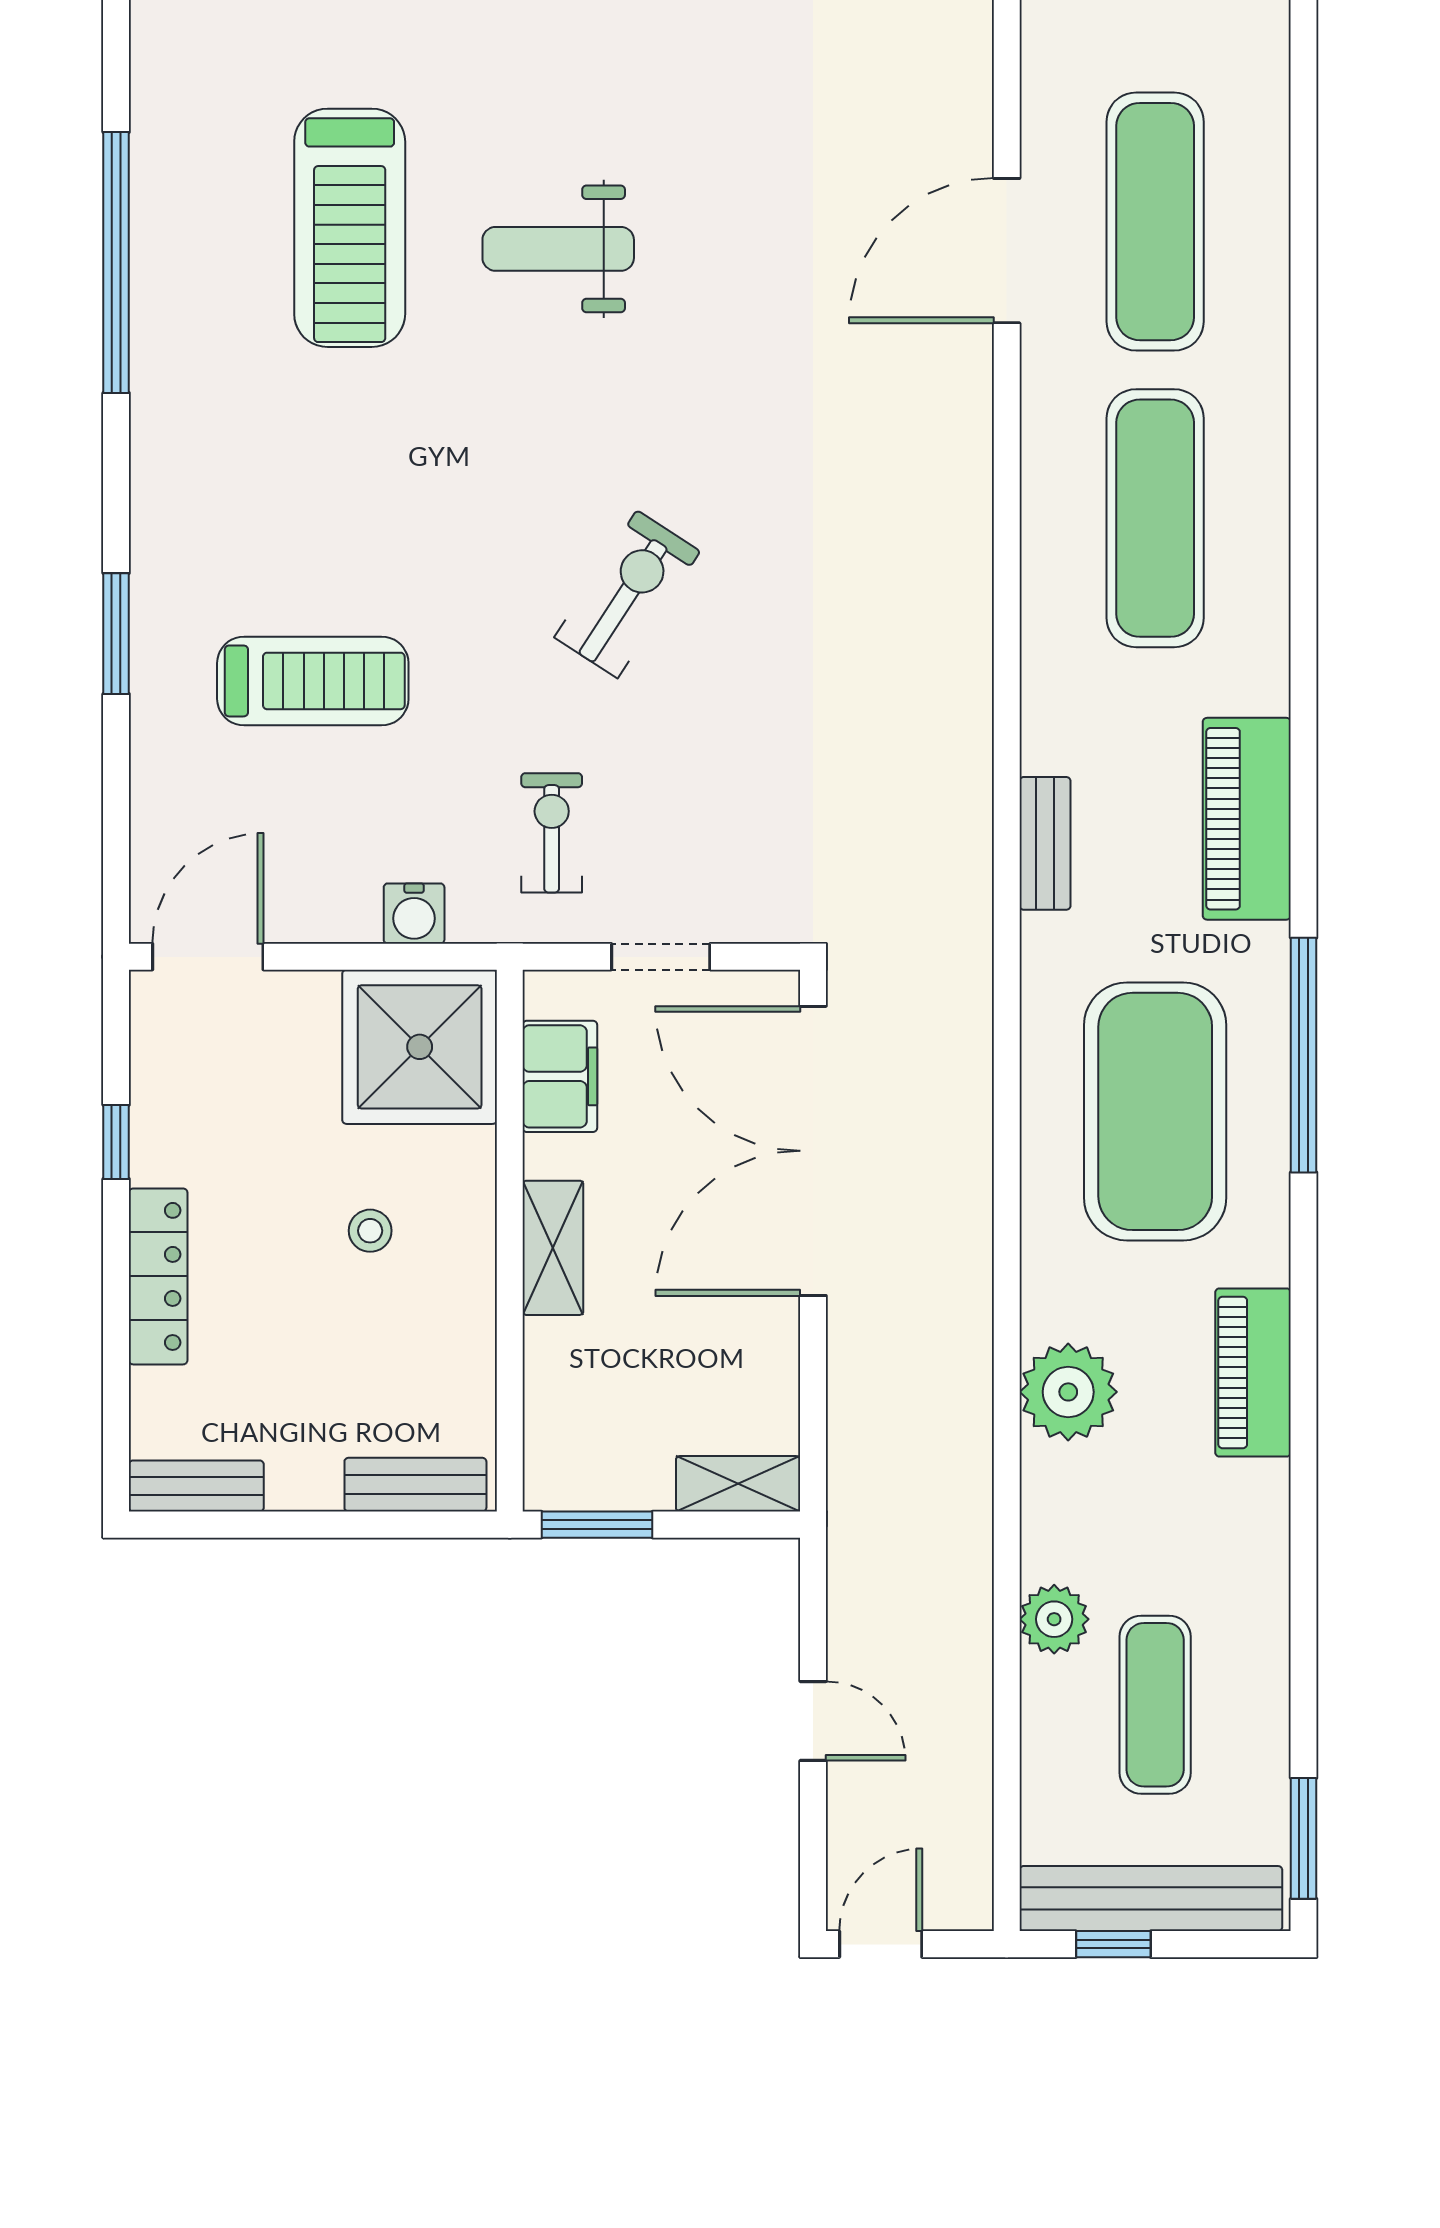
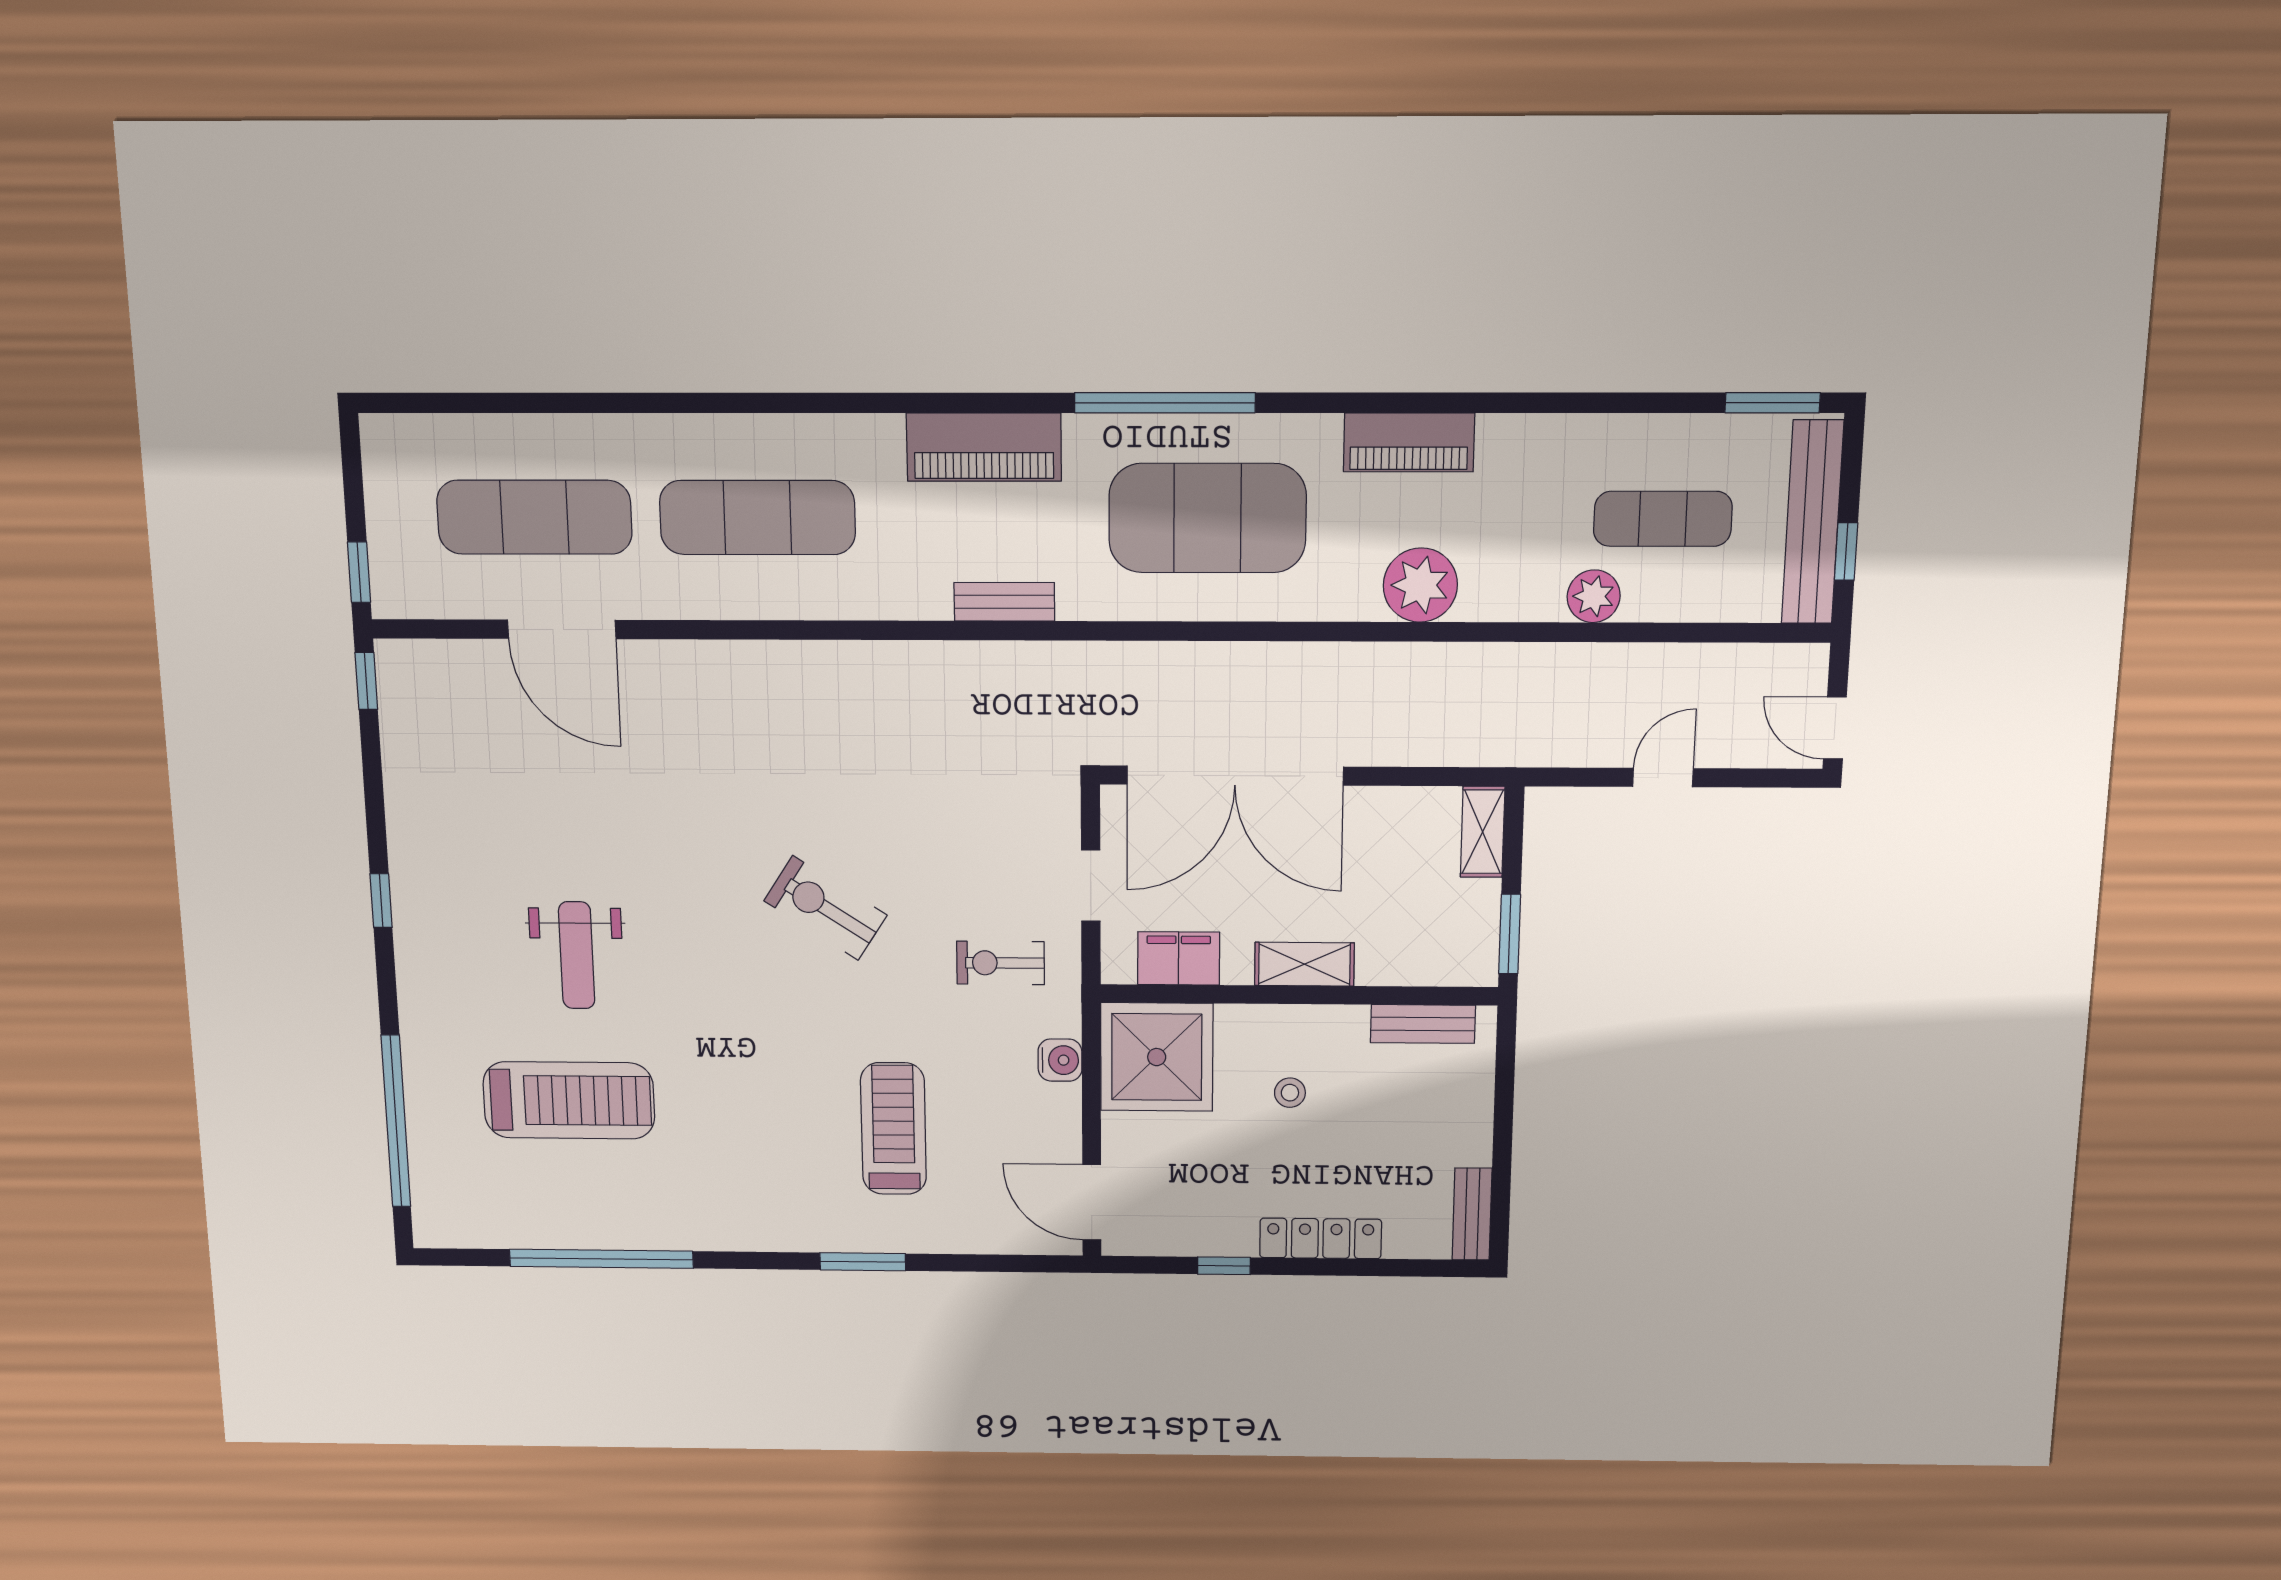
bench: (415, 1485) -> (1423, 1024), moved, turned 90

